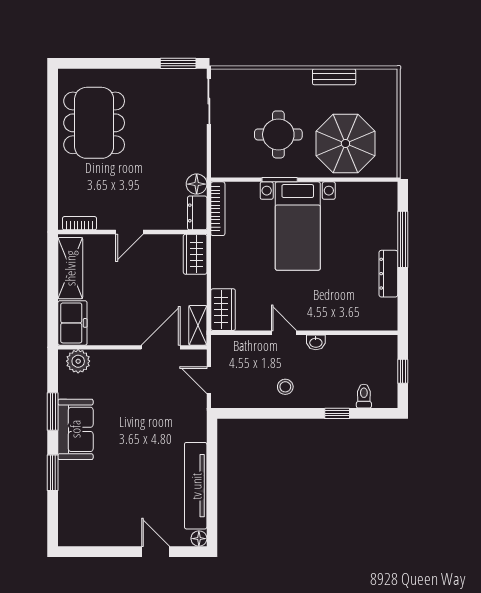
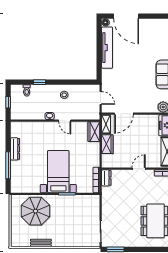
round table: (278, 134) -> (68, 215), removed
floor lamp: (197, 184) -> (107, 192), removed
wardrobe: (195, 254) -> (107, 144), moved
door: (156, 552) -> (126, 16), width x1.88

